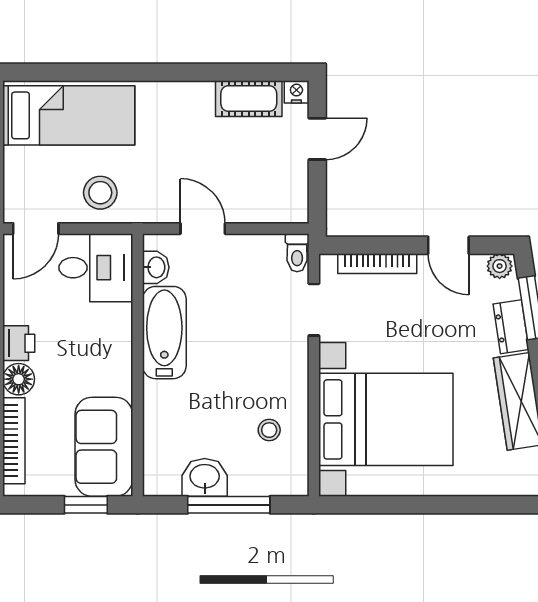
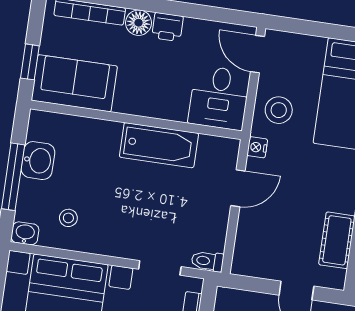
nightstand: (296, 92) -> (257, 147), moved, turned 180
washbasin: (156, 267) -> (25, 233), moved, turned 180

